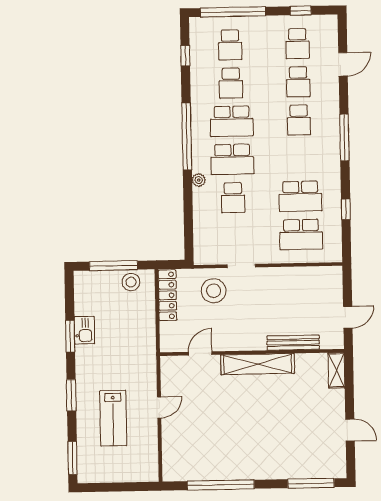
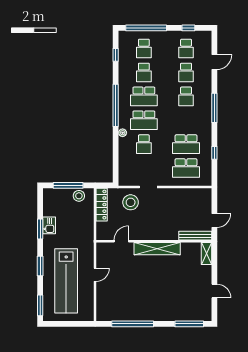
bench: (293, 343) -> (195, 236), moved
lab bench: (113, 418) -> (66, 281), width x1.86, depth x1.39

